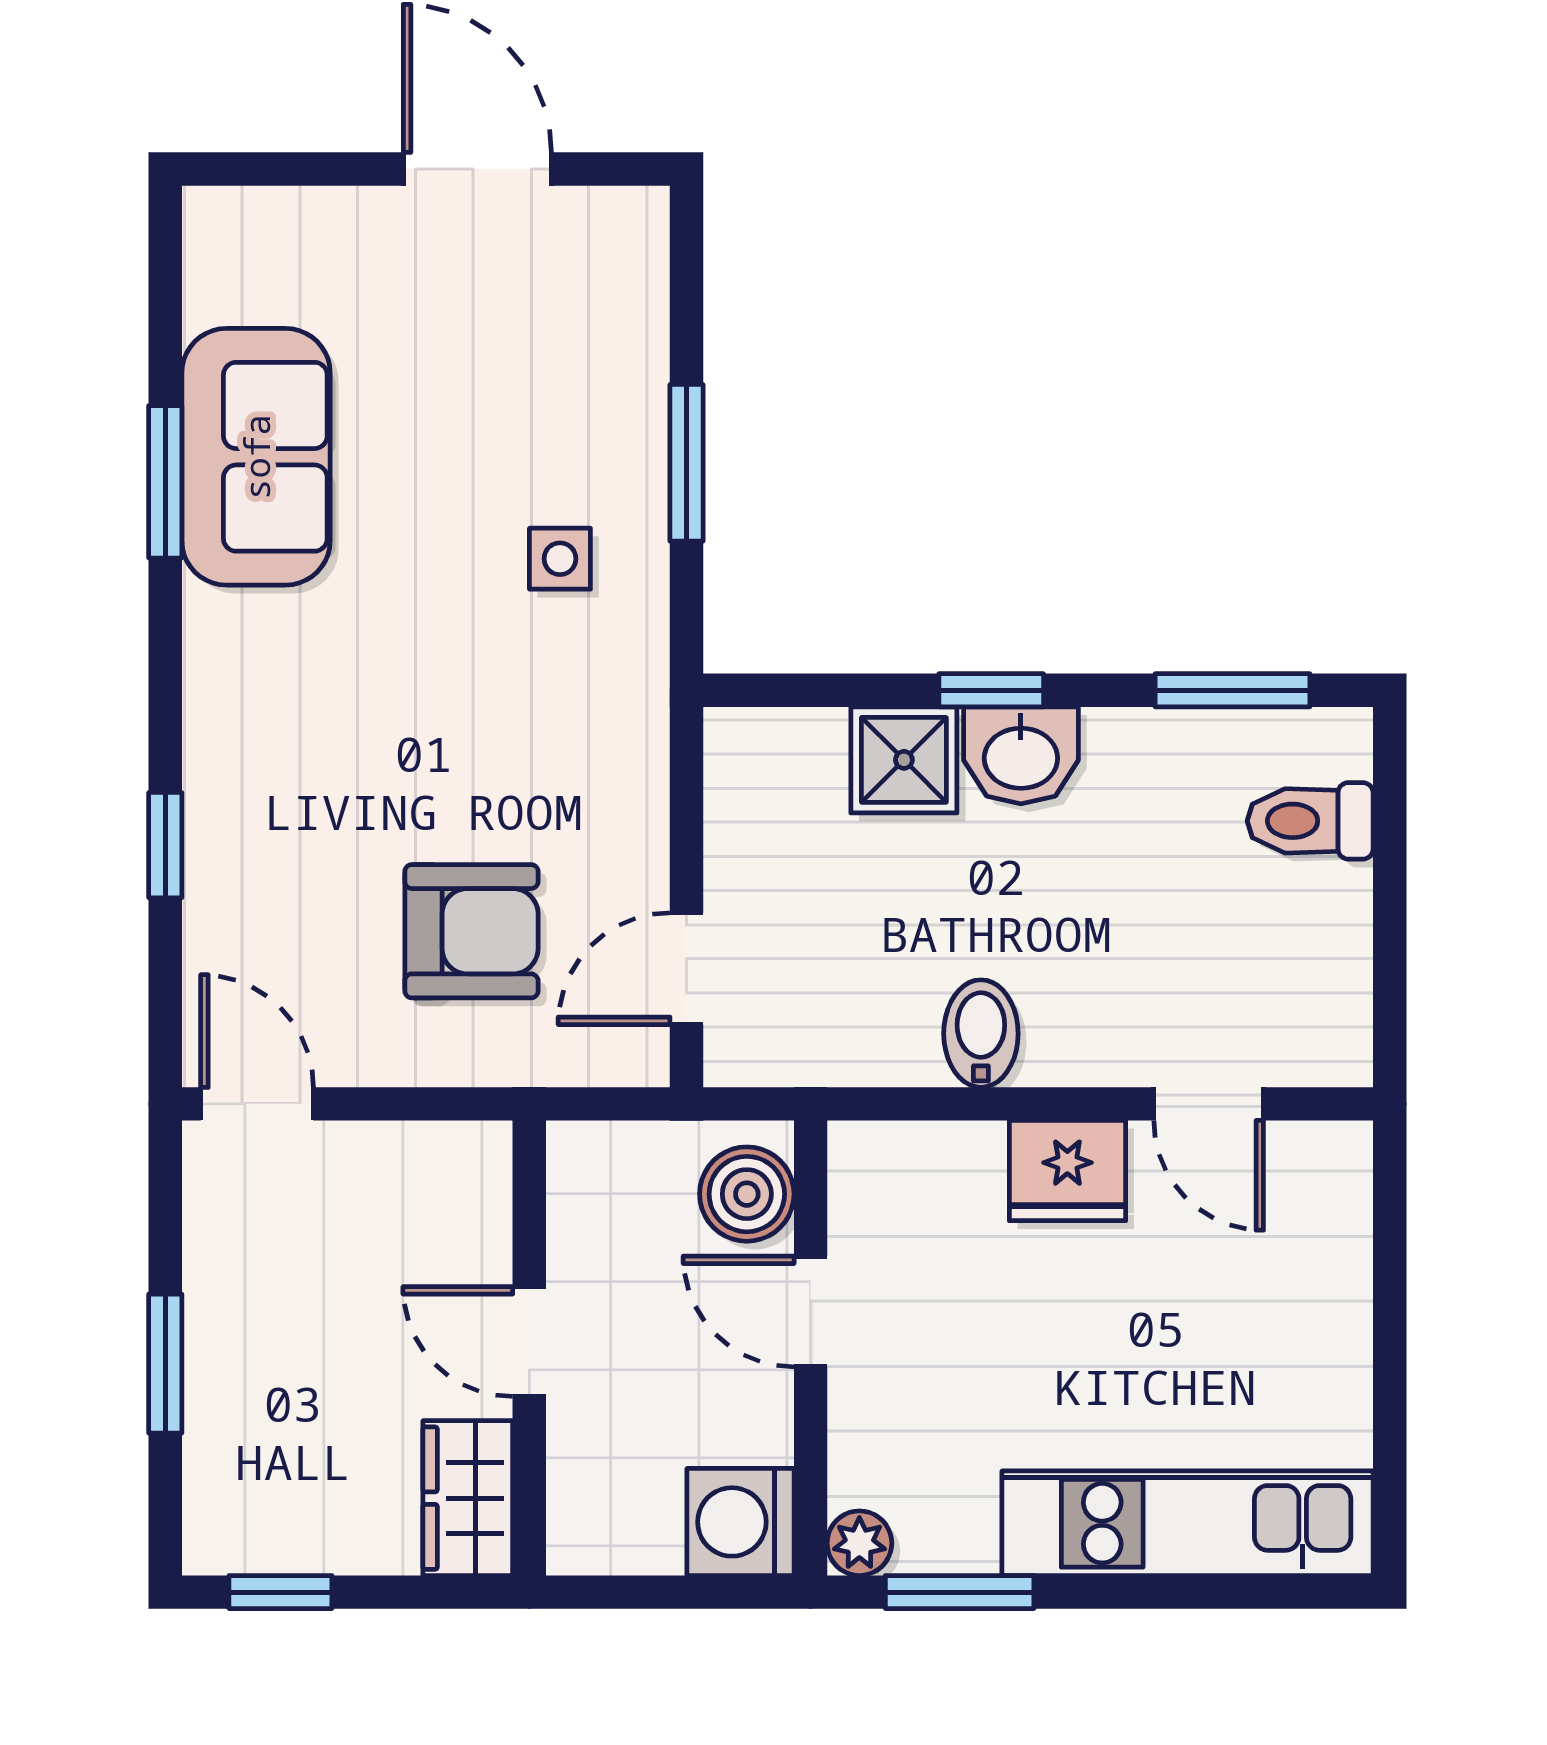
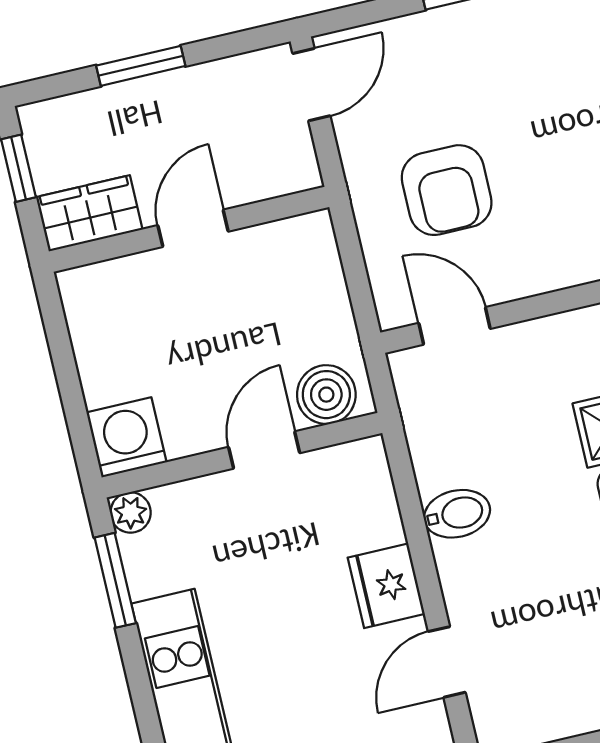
door: (529, 1342) -> (193, 228), moved
wall: (529, 1348) -> (189, 229), moved
wardrobe: (468, 1498) -> (89, 213), moved

